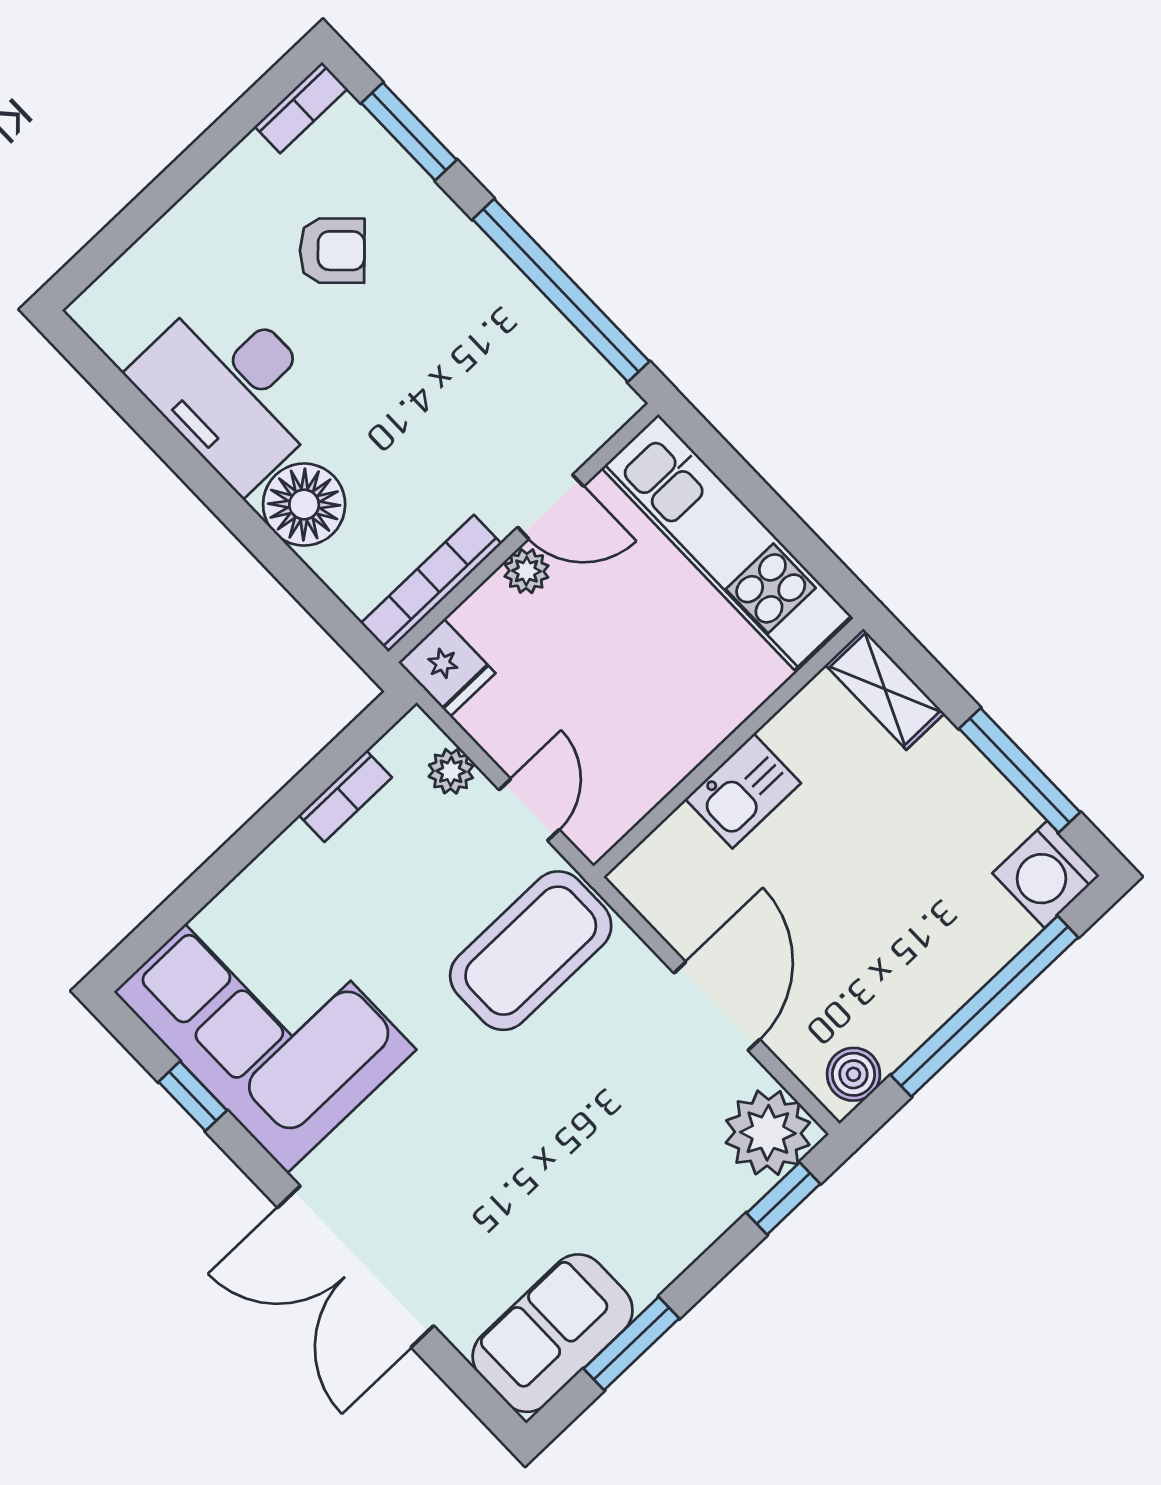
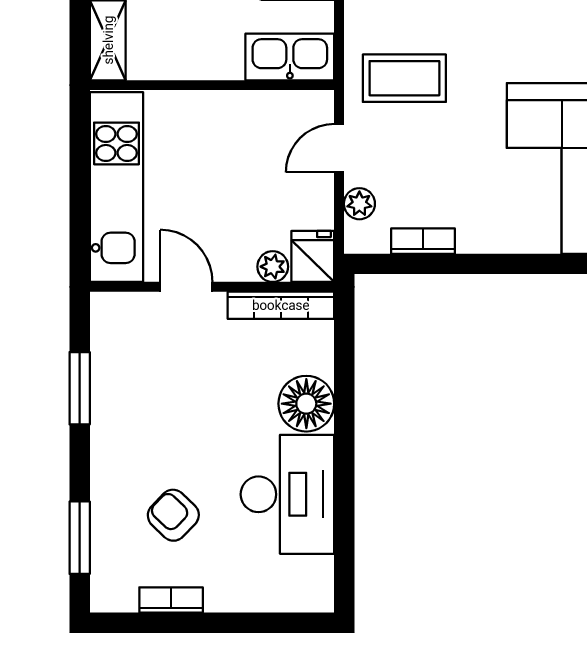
bookcase: (301, 108) -> (171, 600), moved
window: (561, 290) -> (80, 388), width x0.47
plant: (527, 571) -> (273, 267), moved
kitchen sink: (743, 791) -> (290, 57), moved, width x1.38
coffee table: (531, 951) -> (404, 78), width x0.73, depth x0.76

